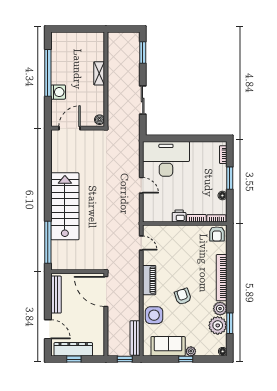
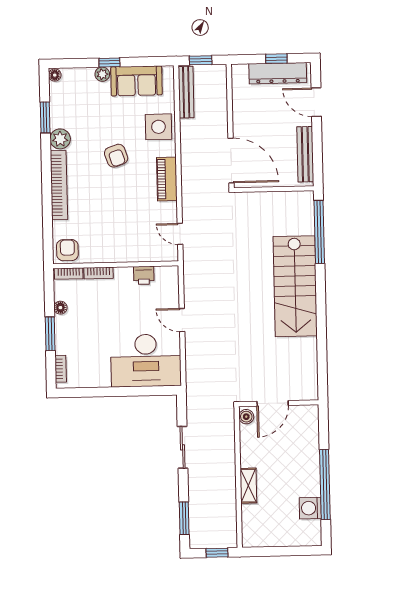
window: (121, 29) -> (217, 553), added
washing machine: (58, 92) -> (310, 508), moved
door: (69, 128) -> (273, 403), moved
printer: (179, 216) -> (144, 275), moved
plant: (218, 325) -> (63, 114), removed

